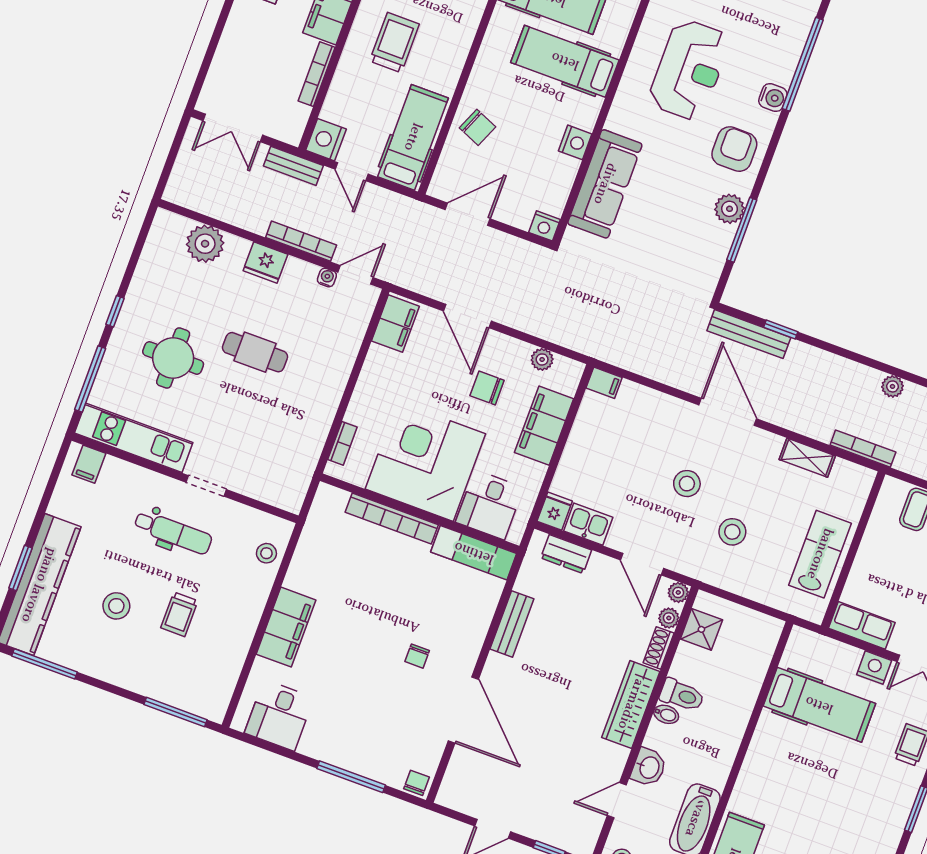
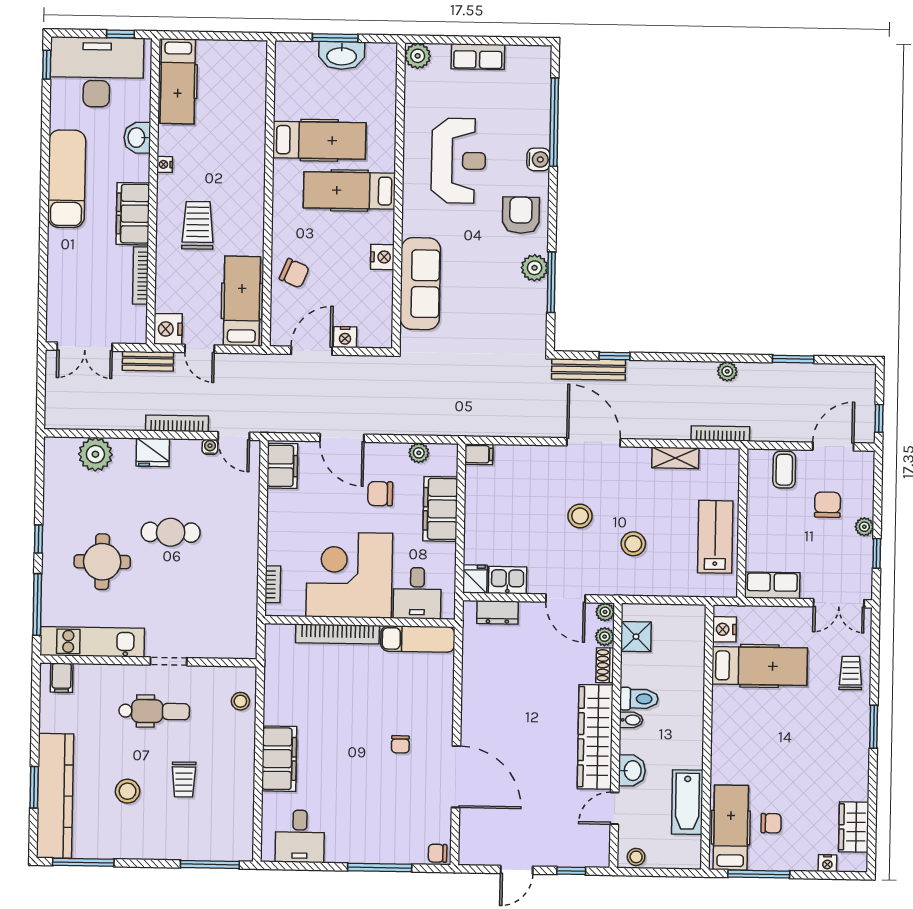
nightstand: (545, 226) -> (345, 337), moved
door: (356, 275) -> (234, 436), swing flipped
bench: (512, 624) -> (472, 689), removed
nightstand: (874, 668) -> (724, 629), moved, turned -90
wardrobe: (631, 704) -> (595, 737), width x1.40, depth x1.17
chair: (417, 783) -> (438, 853), turned -90

